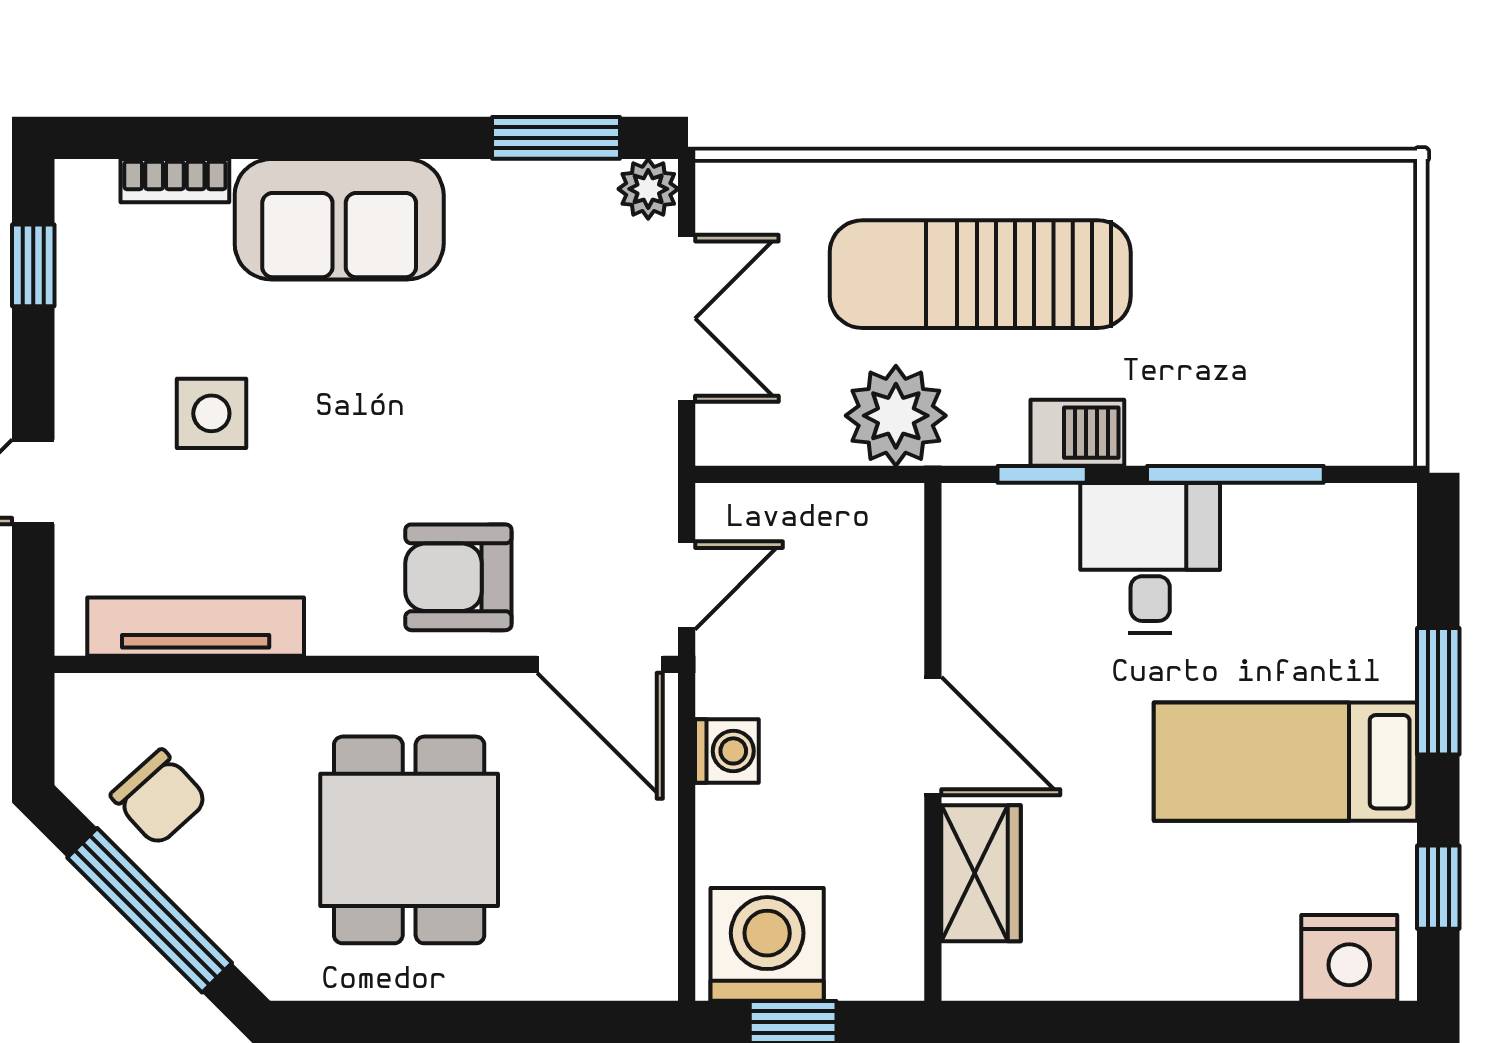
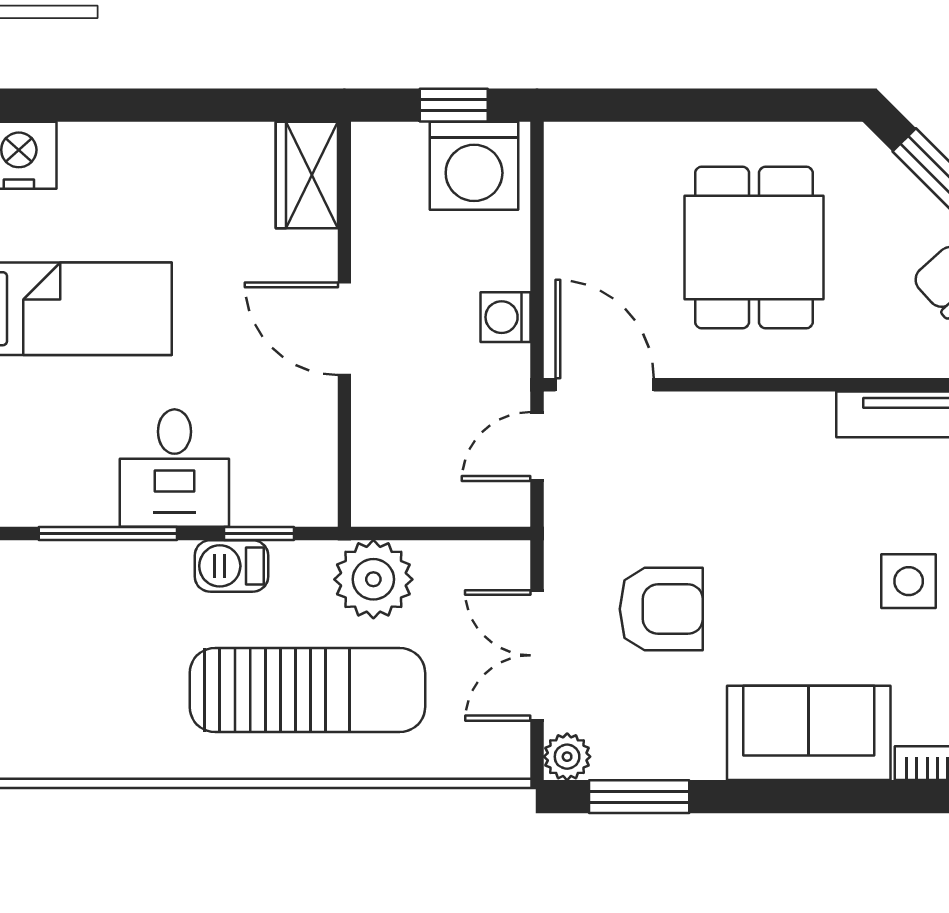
armchair: (458, 577) -> (661, 609), moved
wardrobe: (981, 873) -> (307, 175), moved

